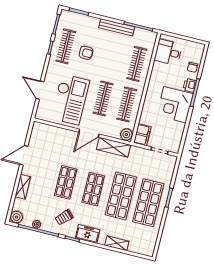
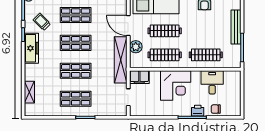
desk: (168, 52) -> (212, 82), moved
corner desk: (175, 105) -> (176, 85), moved, turned 180
plant: (126, 135) -> (136, 47), moved
shelving: (114, 147) -> (121, 60), width x1.47
shop shelf: (121, 196) -> (76, 71), width x0.70, depth x0.74
shop shelf: (148, 203) -> (76, 99), width x0.70, depth x0.74
freezer: (88, 234) -> (31, 48), width x1.40
shelving: (117, 243) -> (29, 92), moved

